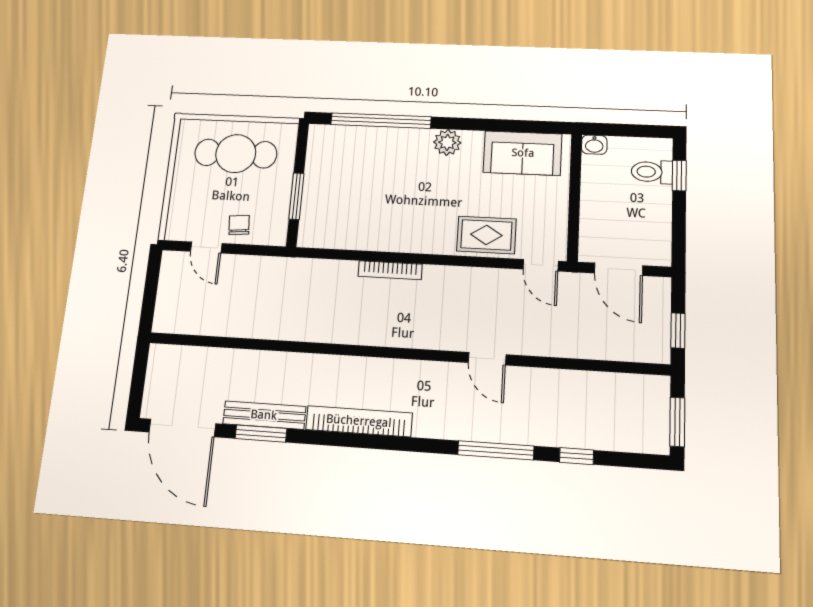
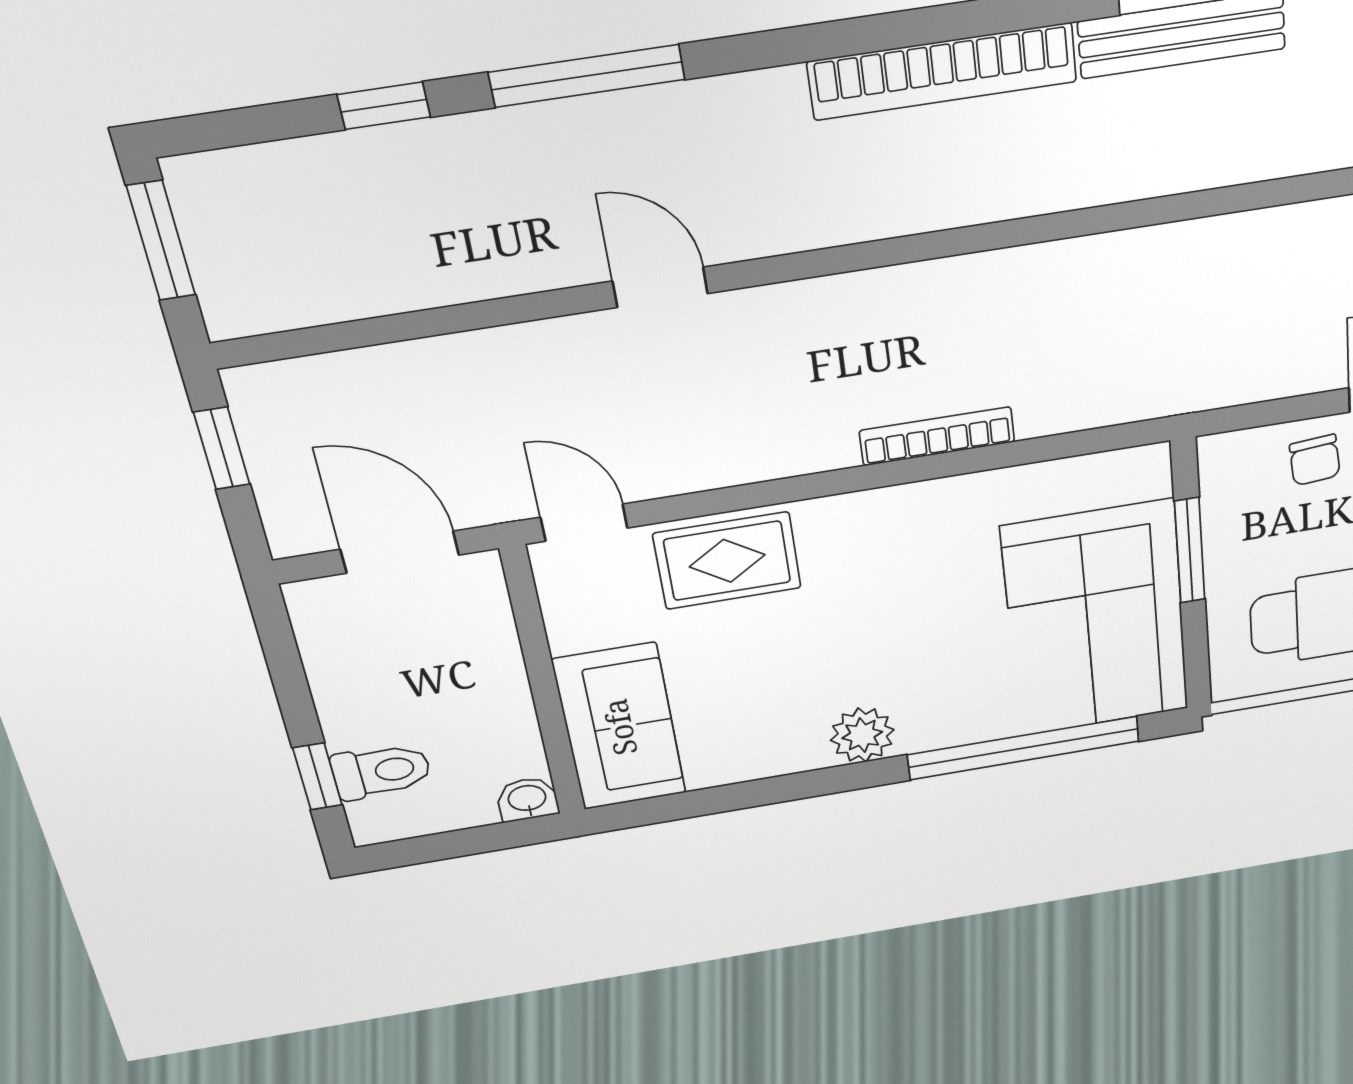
sofa: (523, 153) -> (620, 727), moved, turned 90
corner sofa: (340, 174) -> (1096, 619), added

